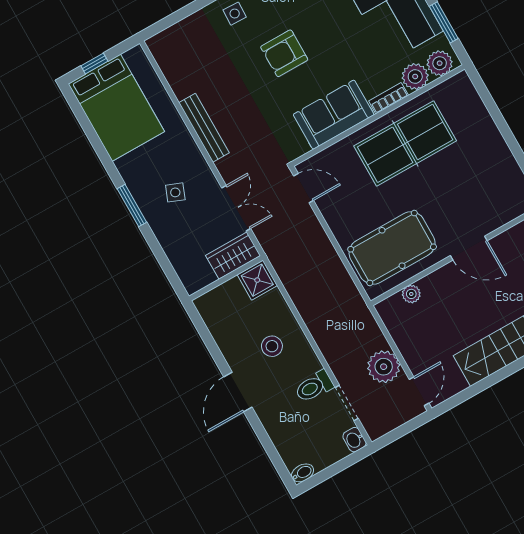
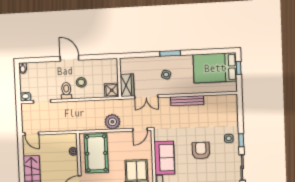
plant: (384, 367) -> (112, 122), moved
toilet: (314, 387) -> (66, 91), moved

